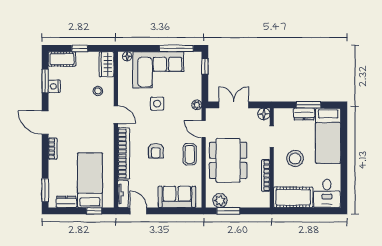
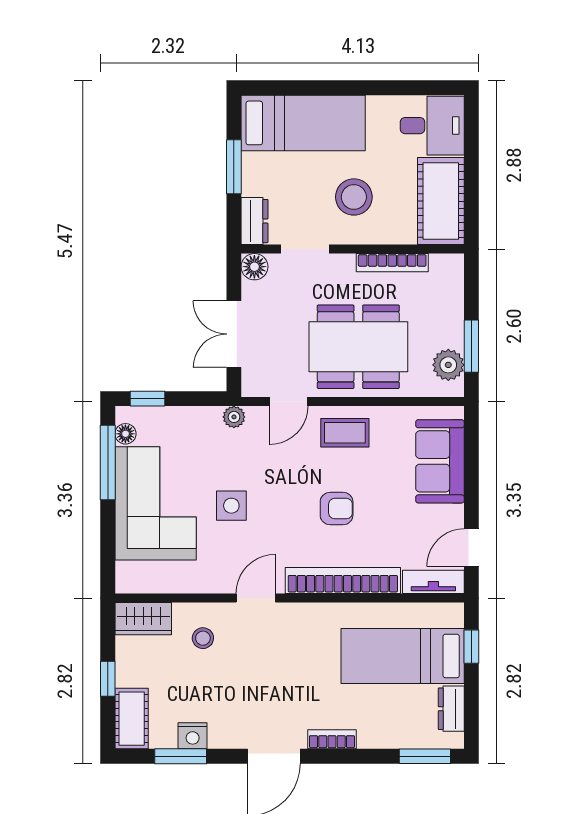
floor lamp: (127, 56) -> (125, 434), moved
dresser: (304, 114) -> (254, 221), moved

